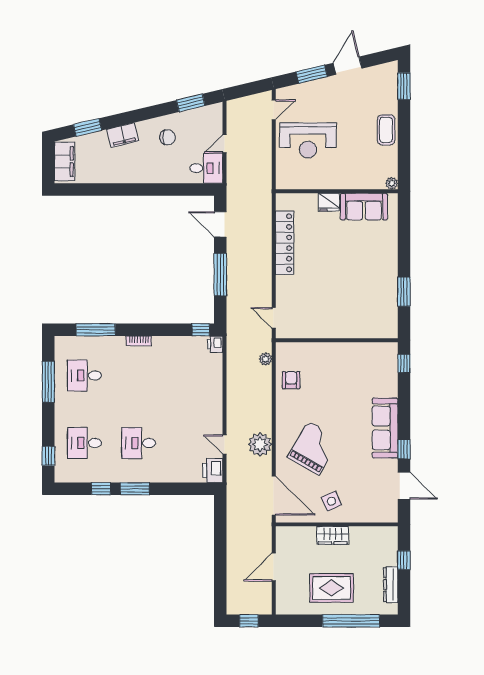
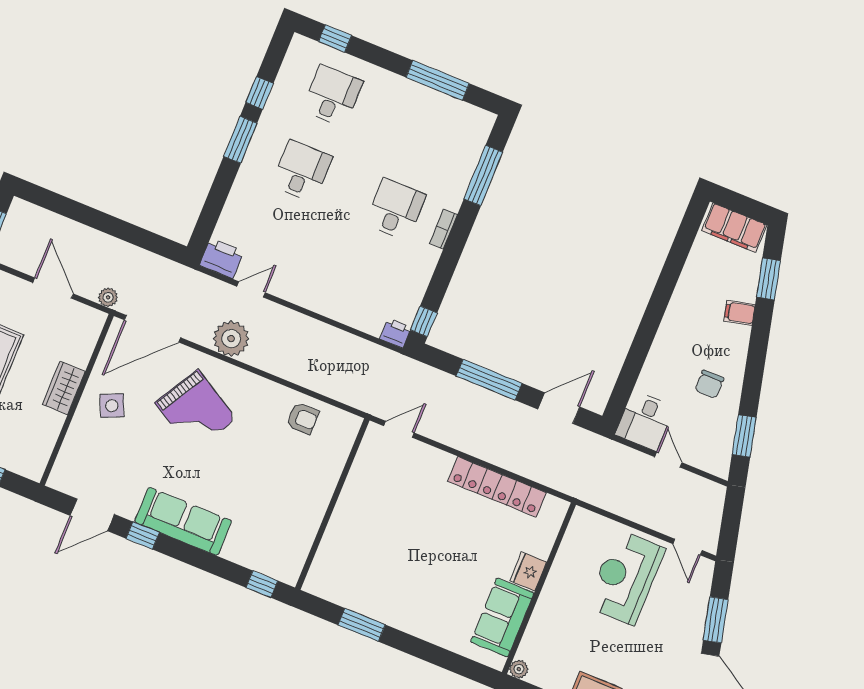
filing cabinet: (123, 135) -> (740, 313), width x0.50
plant: (266, 359) -> (108, 297), moved
desk: (84, 375) -> (395, 209), moved

